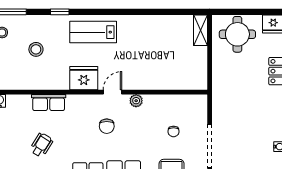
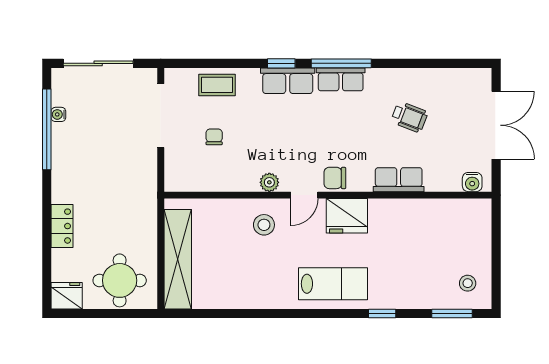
shelving: (200, 30) -> (178, 259), width x2.20, depth x1.33
stool: (36, 49) -> (264, 225), moved
chair: (107, 126) -> (335, 178), moved, turned -90
wheelchair: (41, 145) -> (409, 117), turned -101

